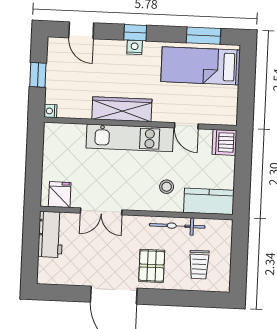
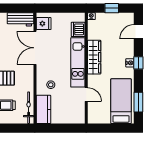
door: (186, 126) -> (86, 95), swing flipped
dishwasher: (224, 142) -> (78, 29), moved, turned -90
double door: (101, 211) -> (35, 48), width x1.37
bicycle: (177, 226) -> (29, 108), moved

